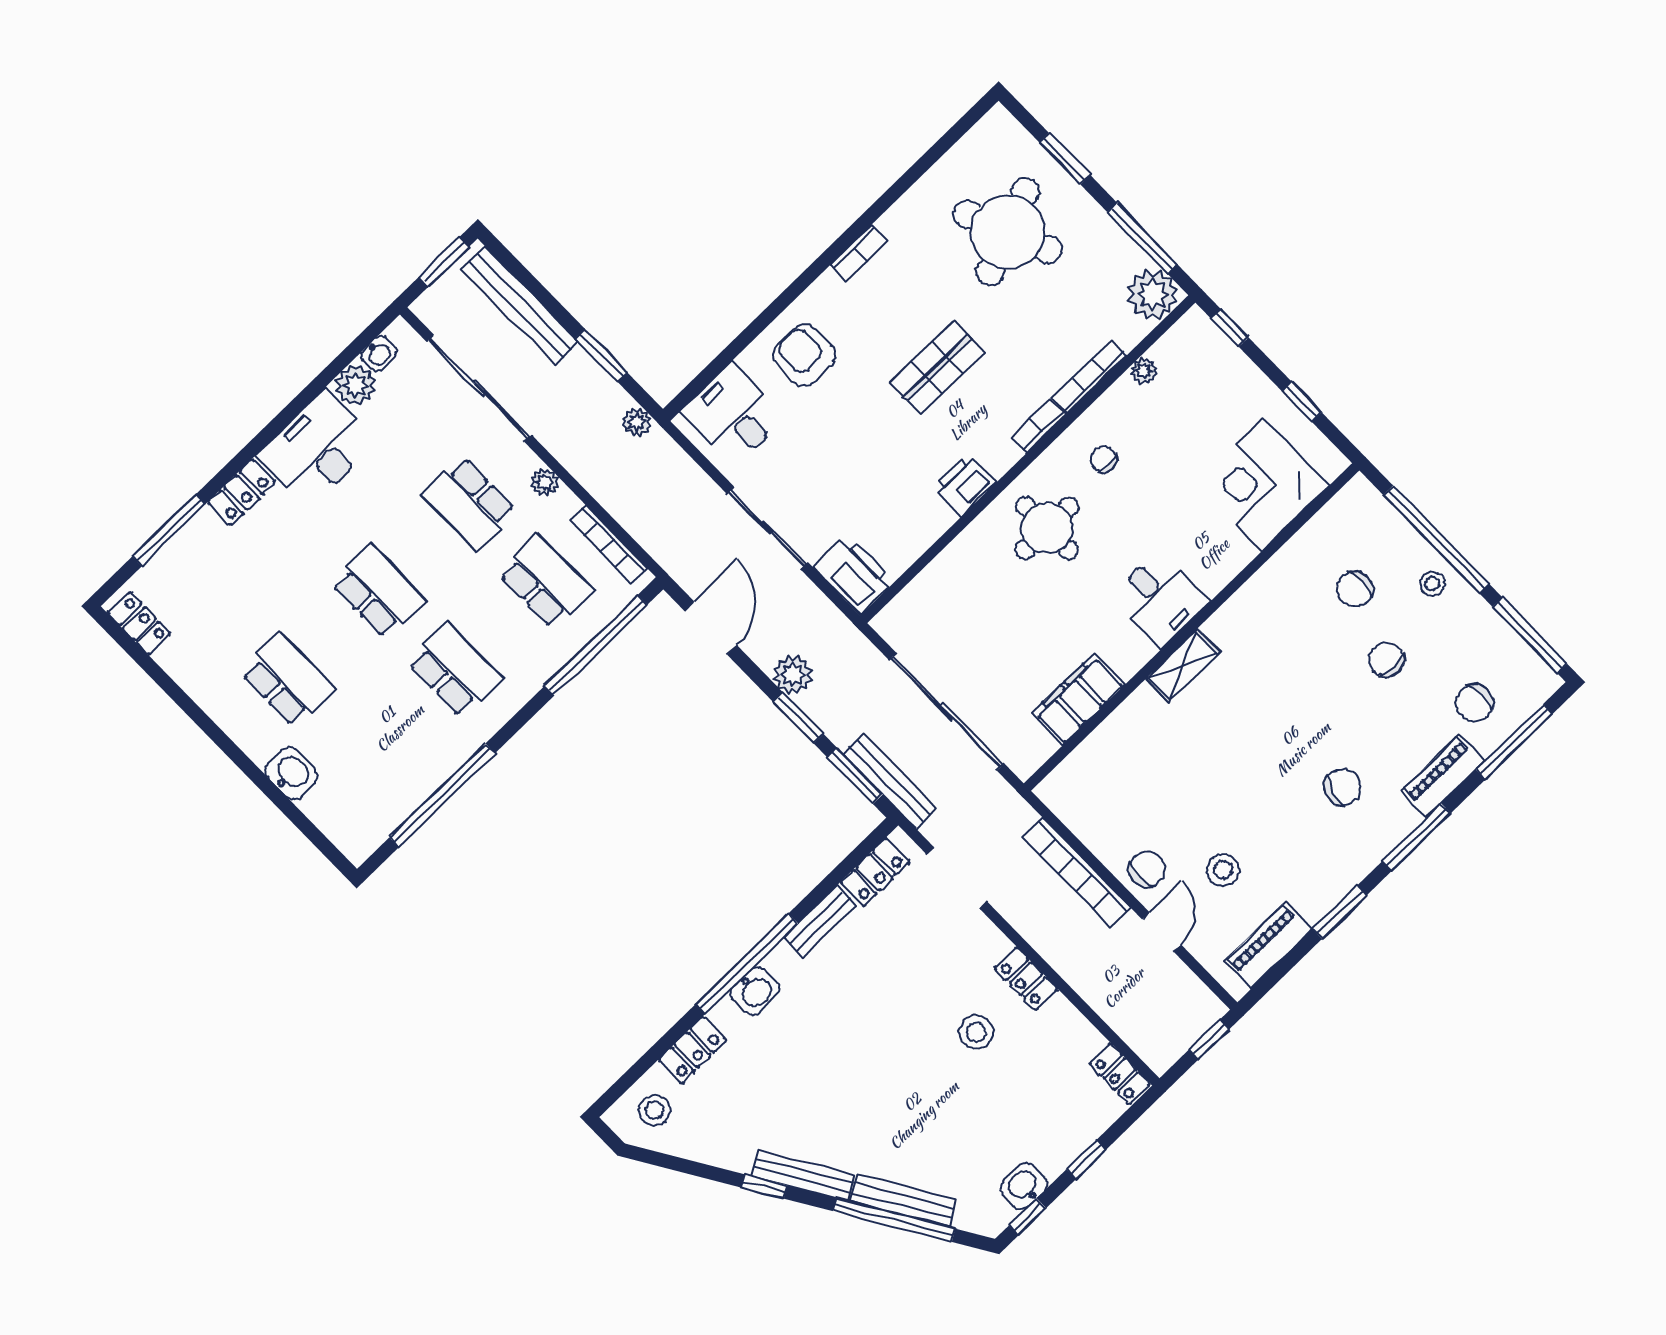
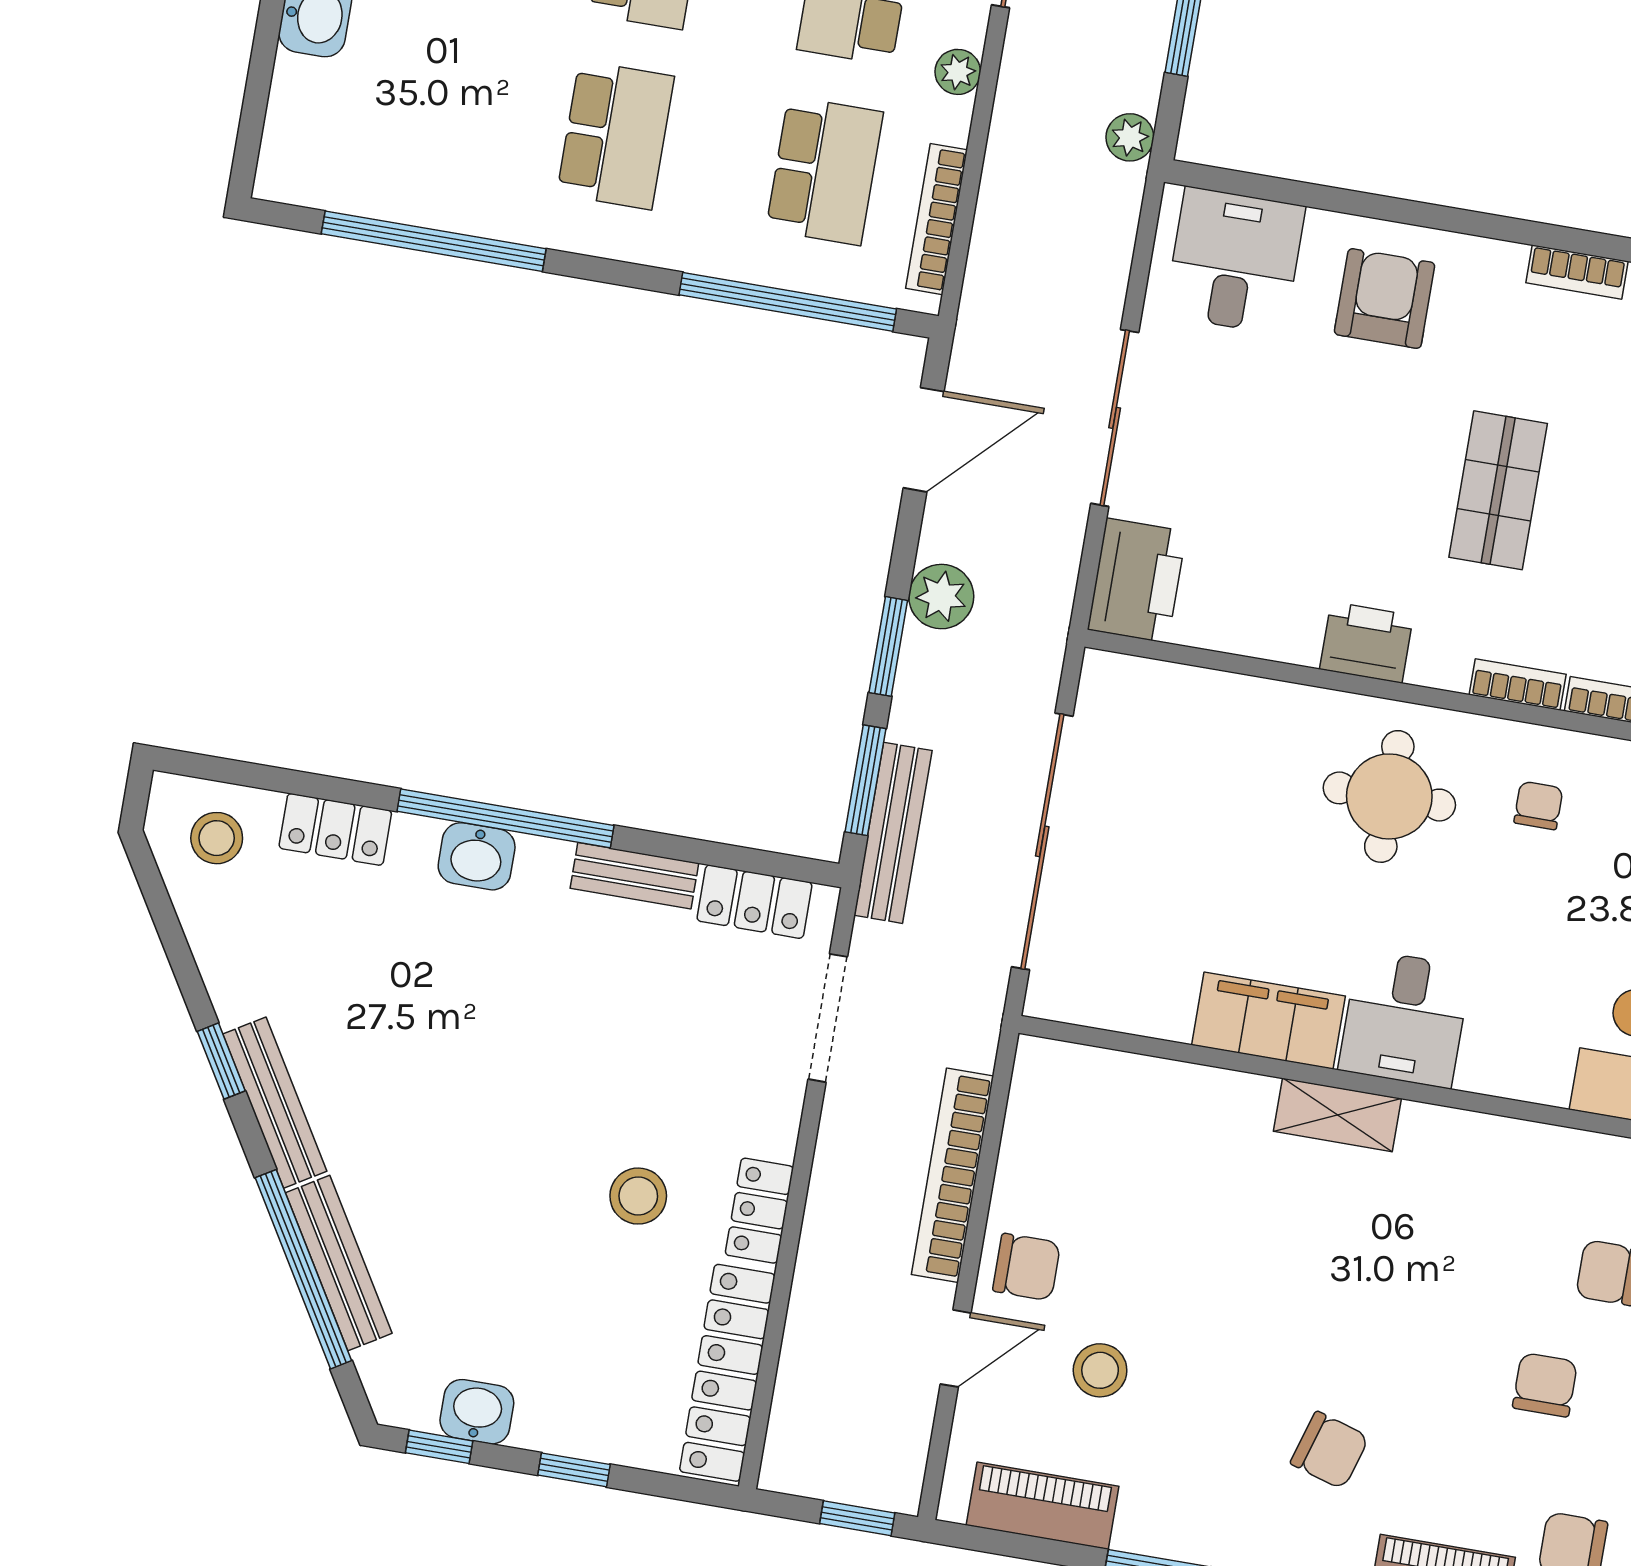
shop shelf: (937, 368) -> (1498, 490), turned 90
filing cabinet: (1078, 699) -> (1268, 1021), moved
locker: (1120, 1074) -> (727, 1373), width x2.16, depth x1.21

